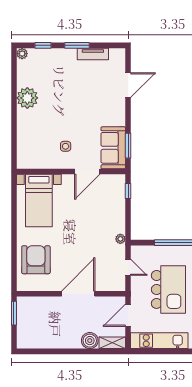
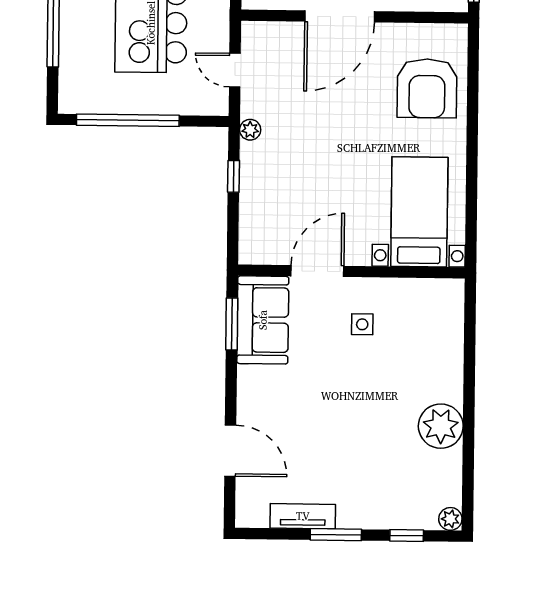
door: (128, 85) -> (230, 451), swing flipped
window: (128, 191) -> (234, 176), moved

